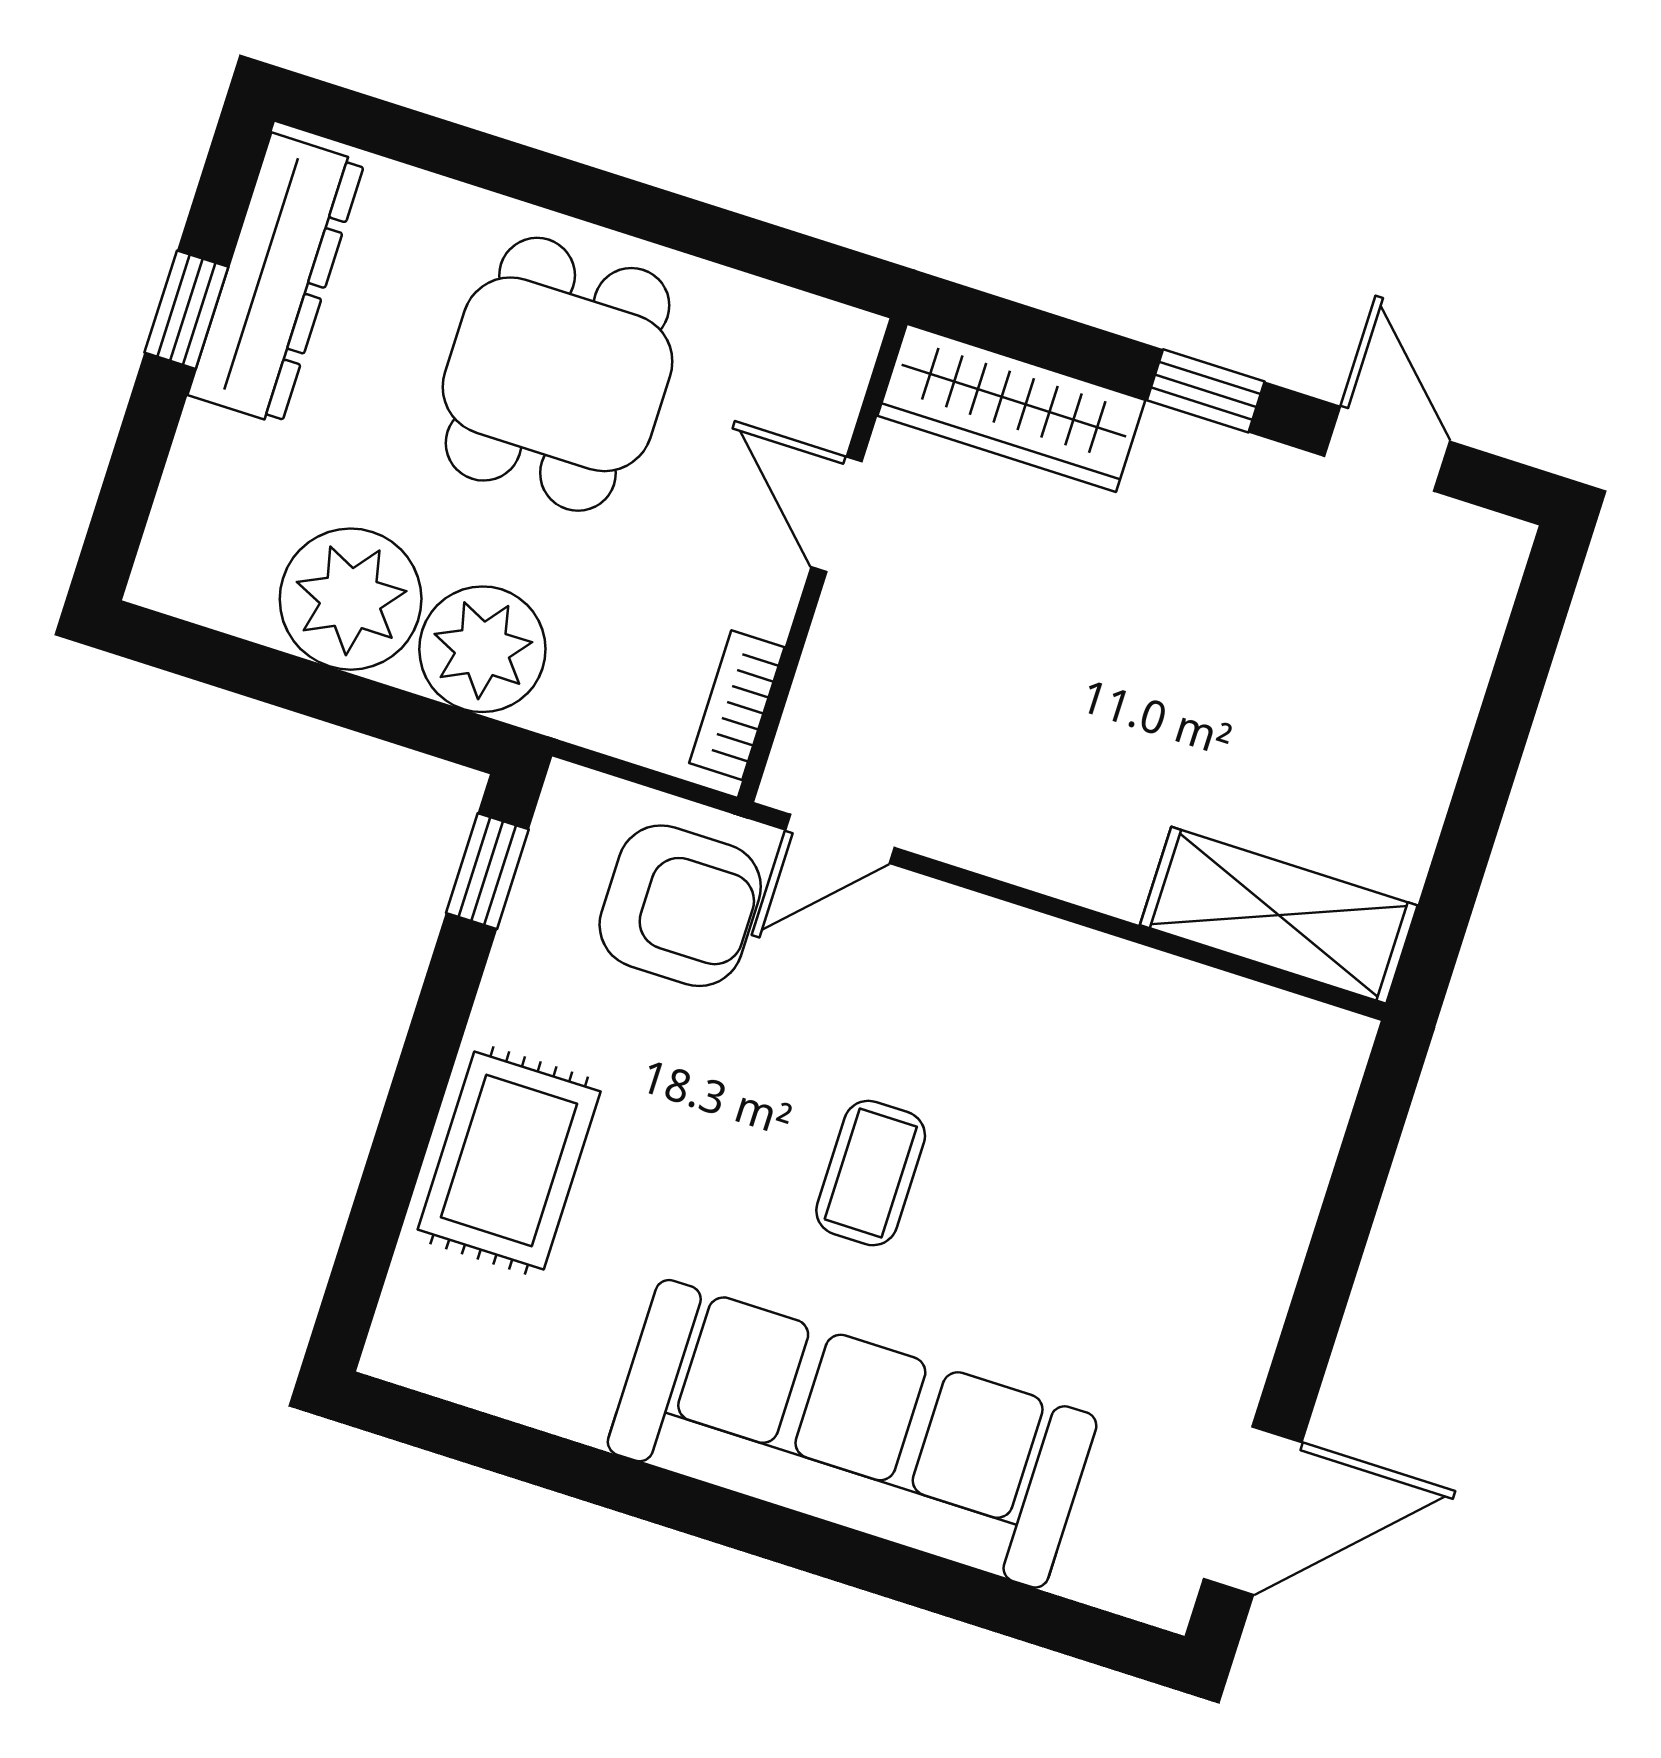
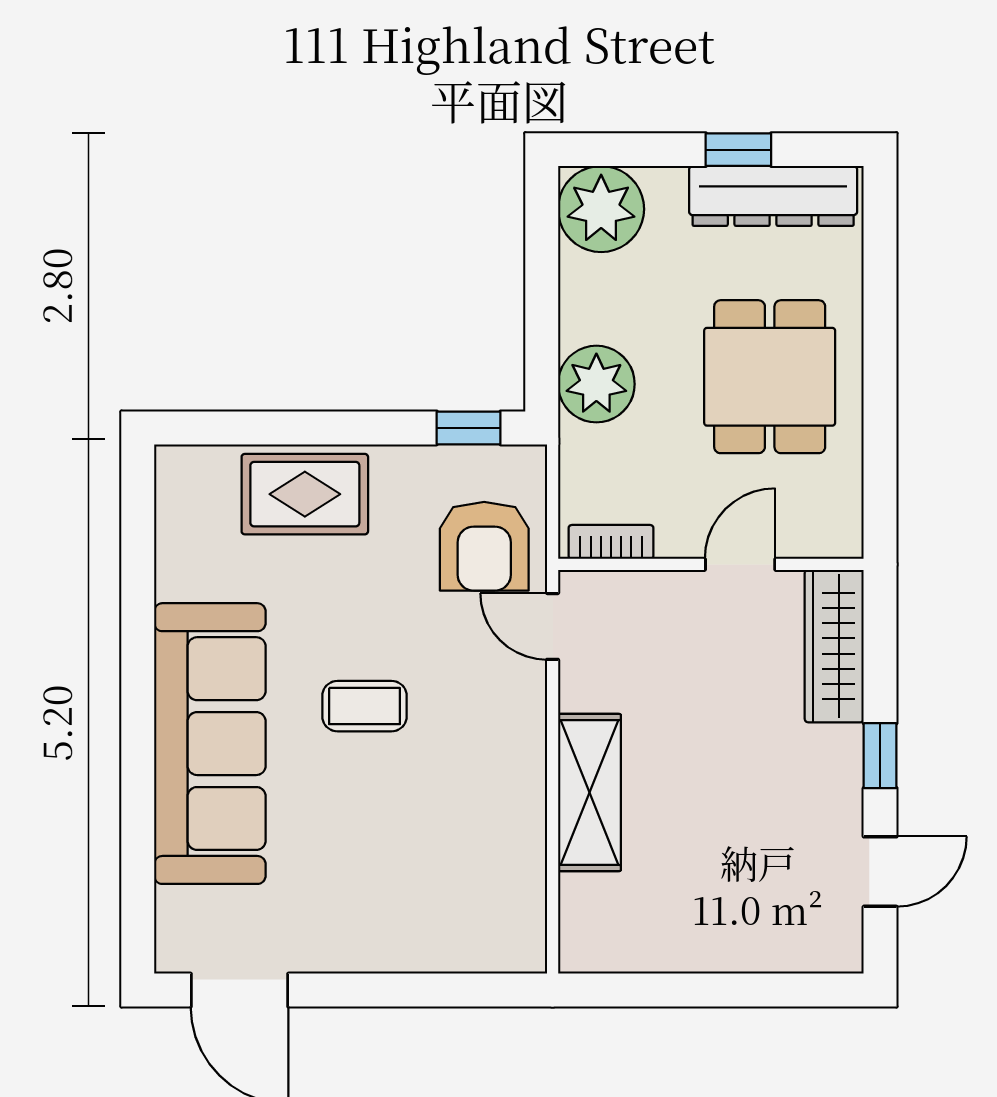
dining table: (558, 374) -> (770, 377), turned 90
plant: (351, 599) -> (601, 209), moved
shelving: (1279, 915) -> (589, 793), moved

